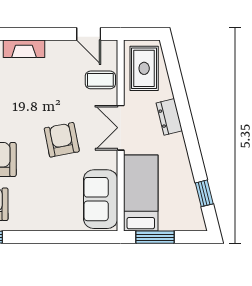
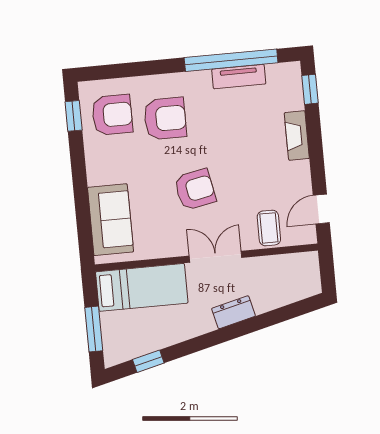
rug: (144, 68) -> (287, 278), removed
sofa: (101, 199) -> (110, 220), moved, turned 90
window: (155, 237) -> (94, 329), moved

